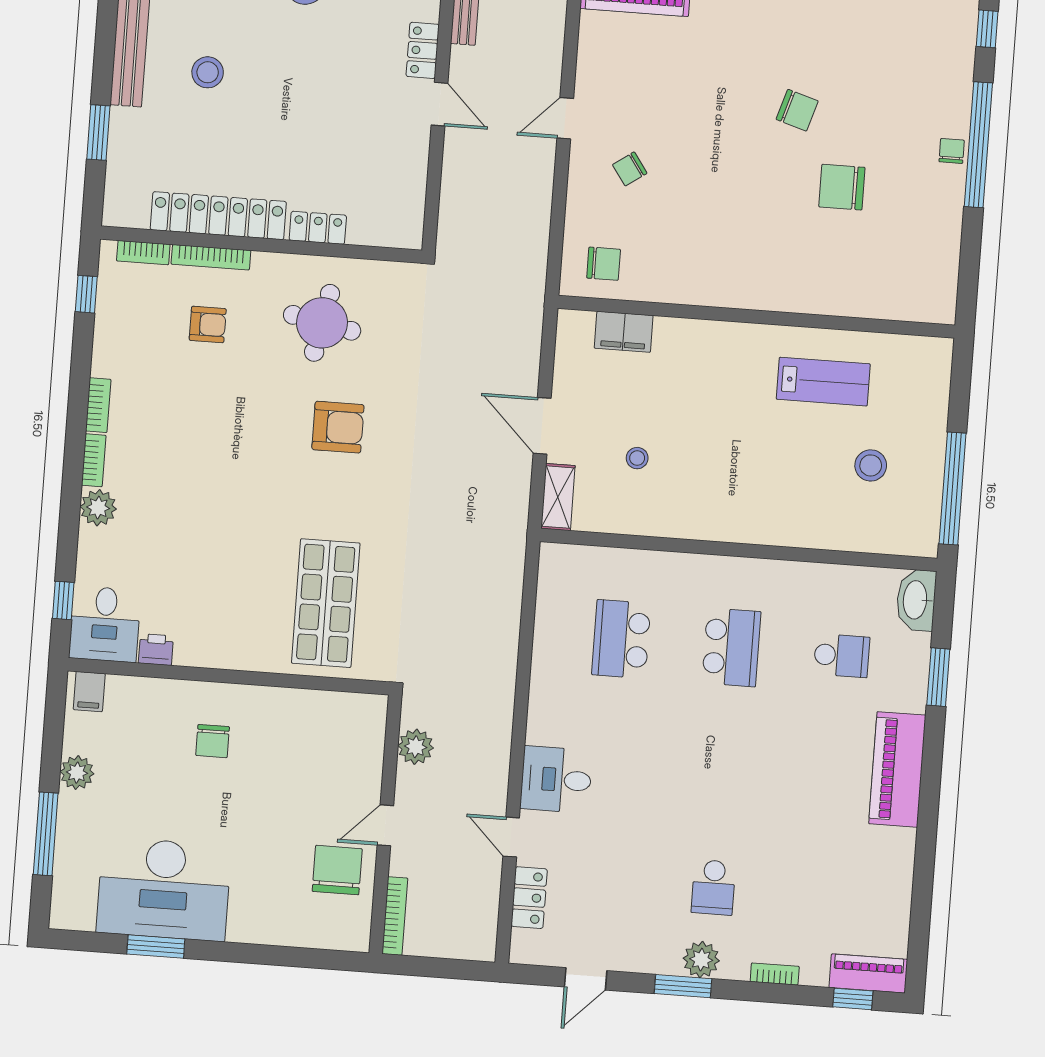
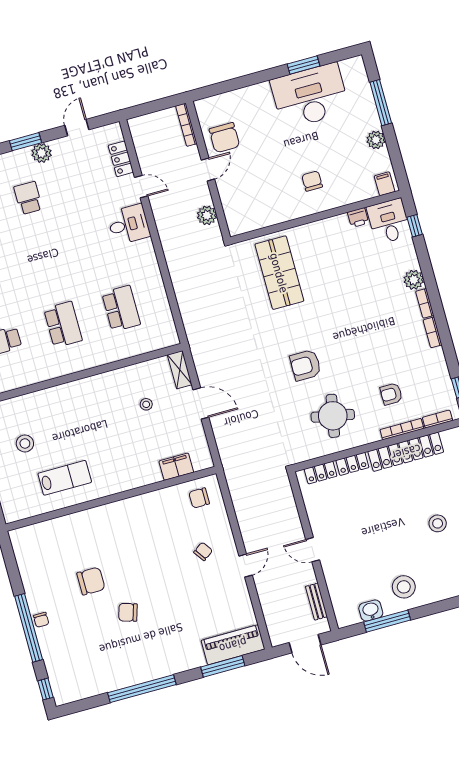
locker: (423, 50) -> (321, 473), moved, turned 90
lab bench: (823, 382) -> (65, 478), turned 180
school desk: (731, 647) -> (63, 325), turned 180
plant: (701, 960) -> (42, 153), moved

